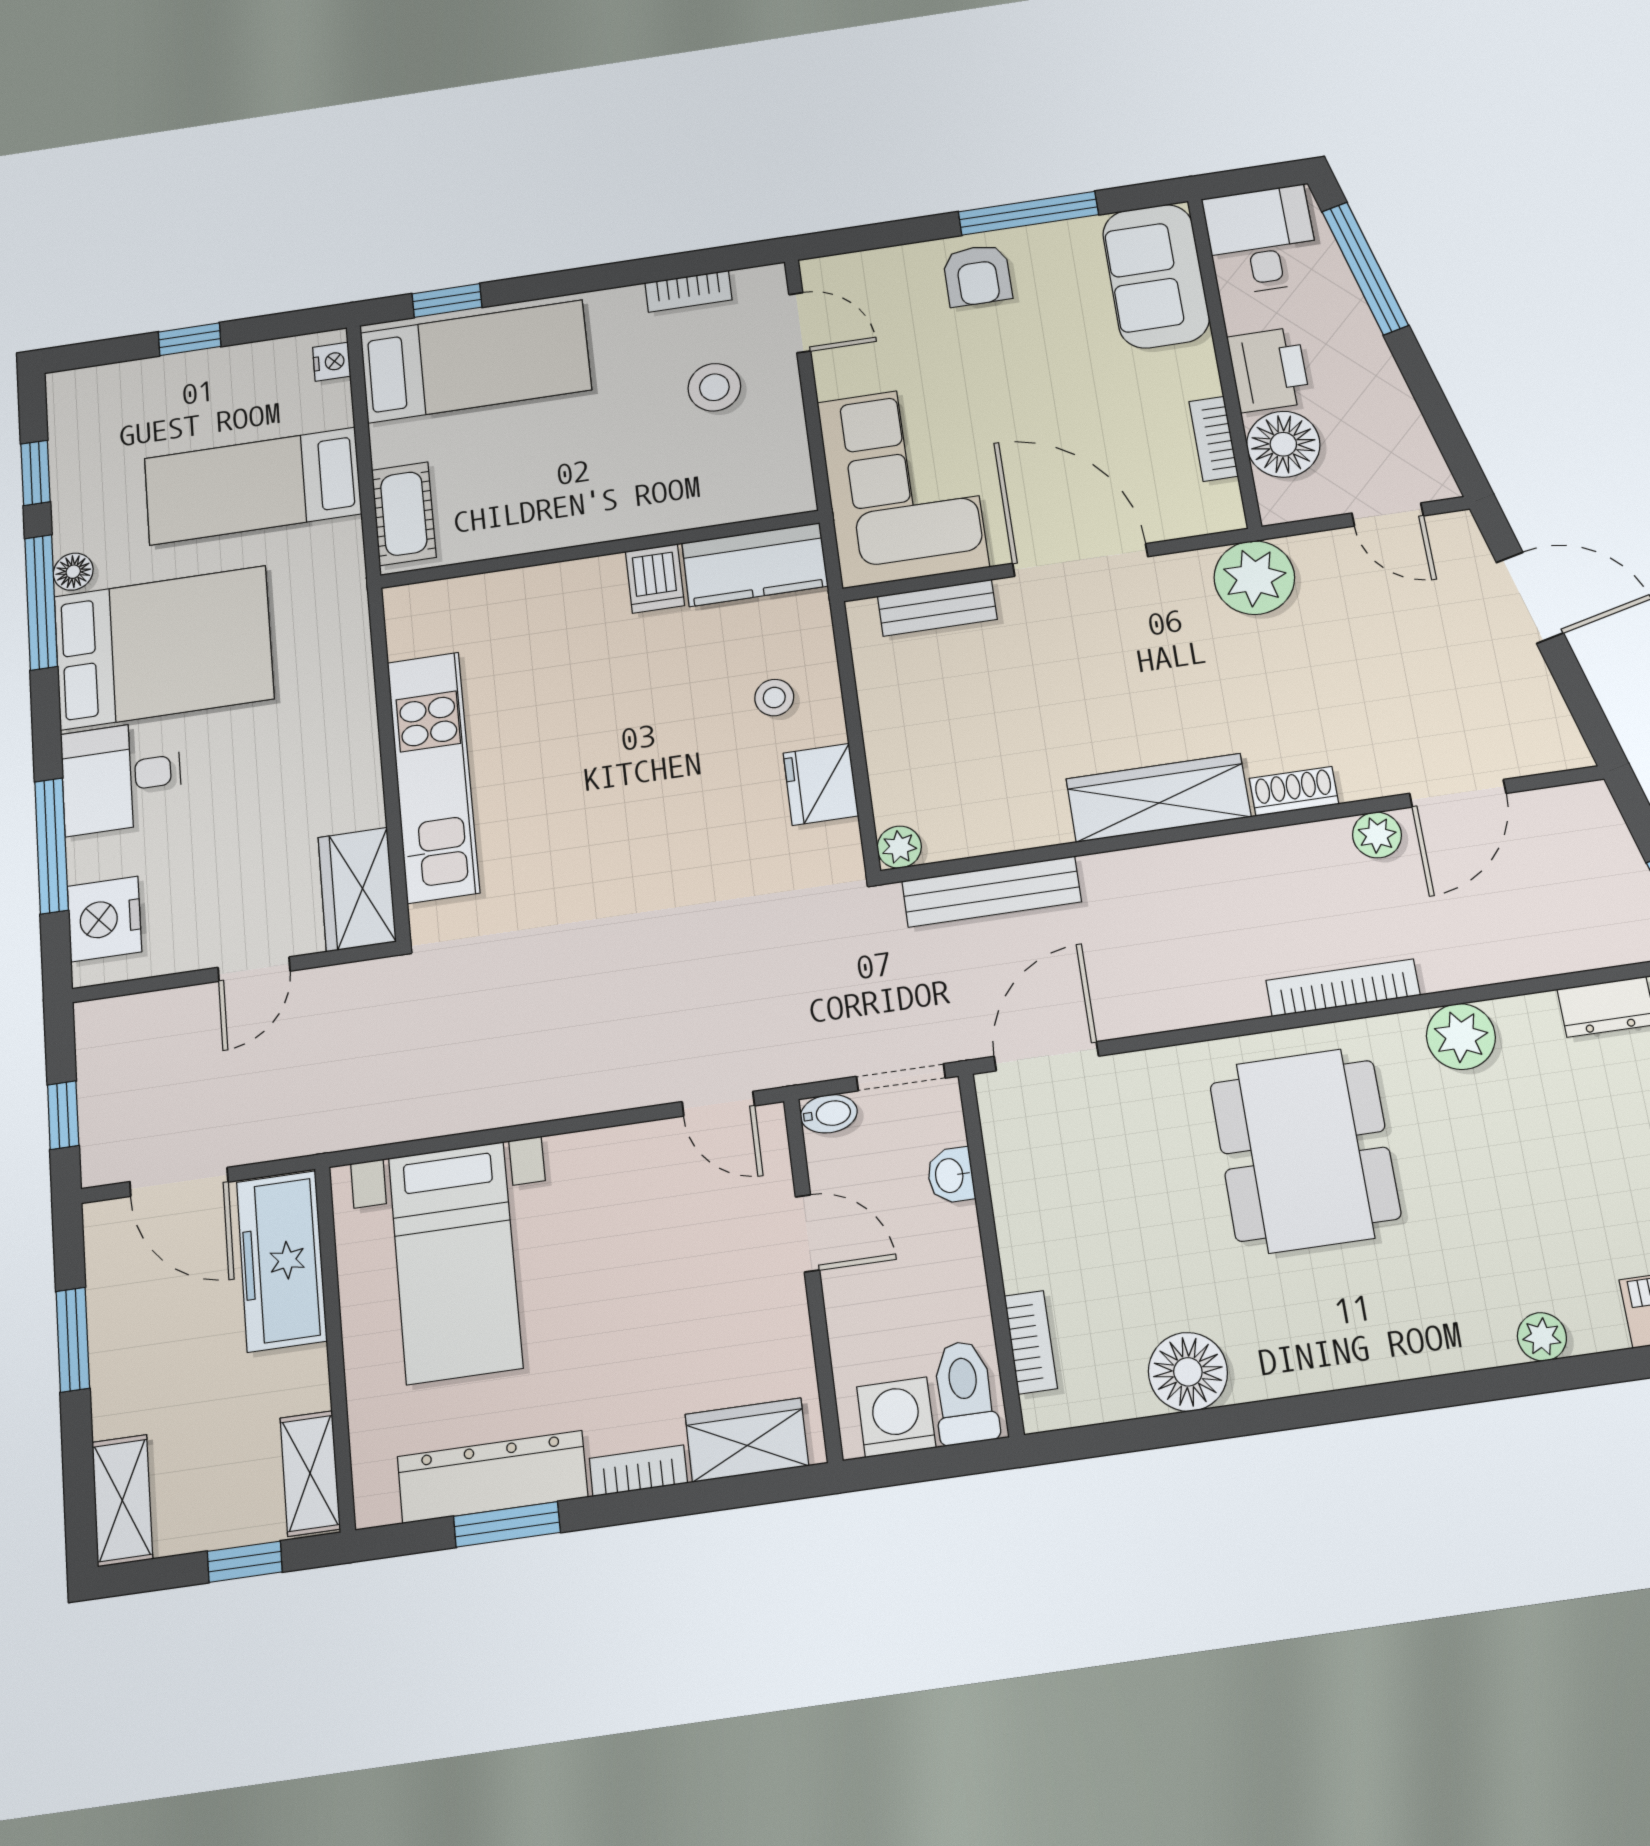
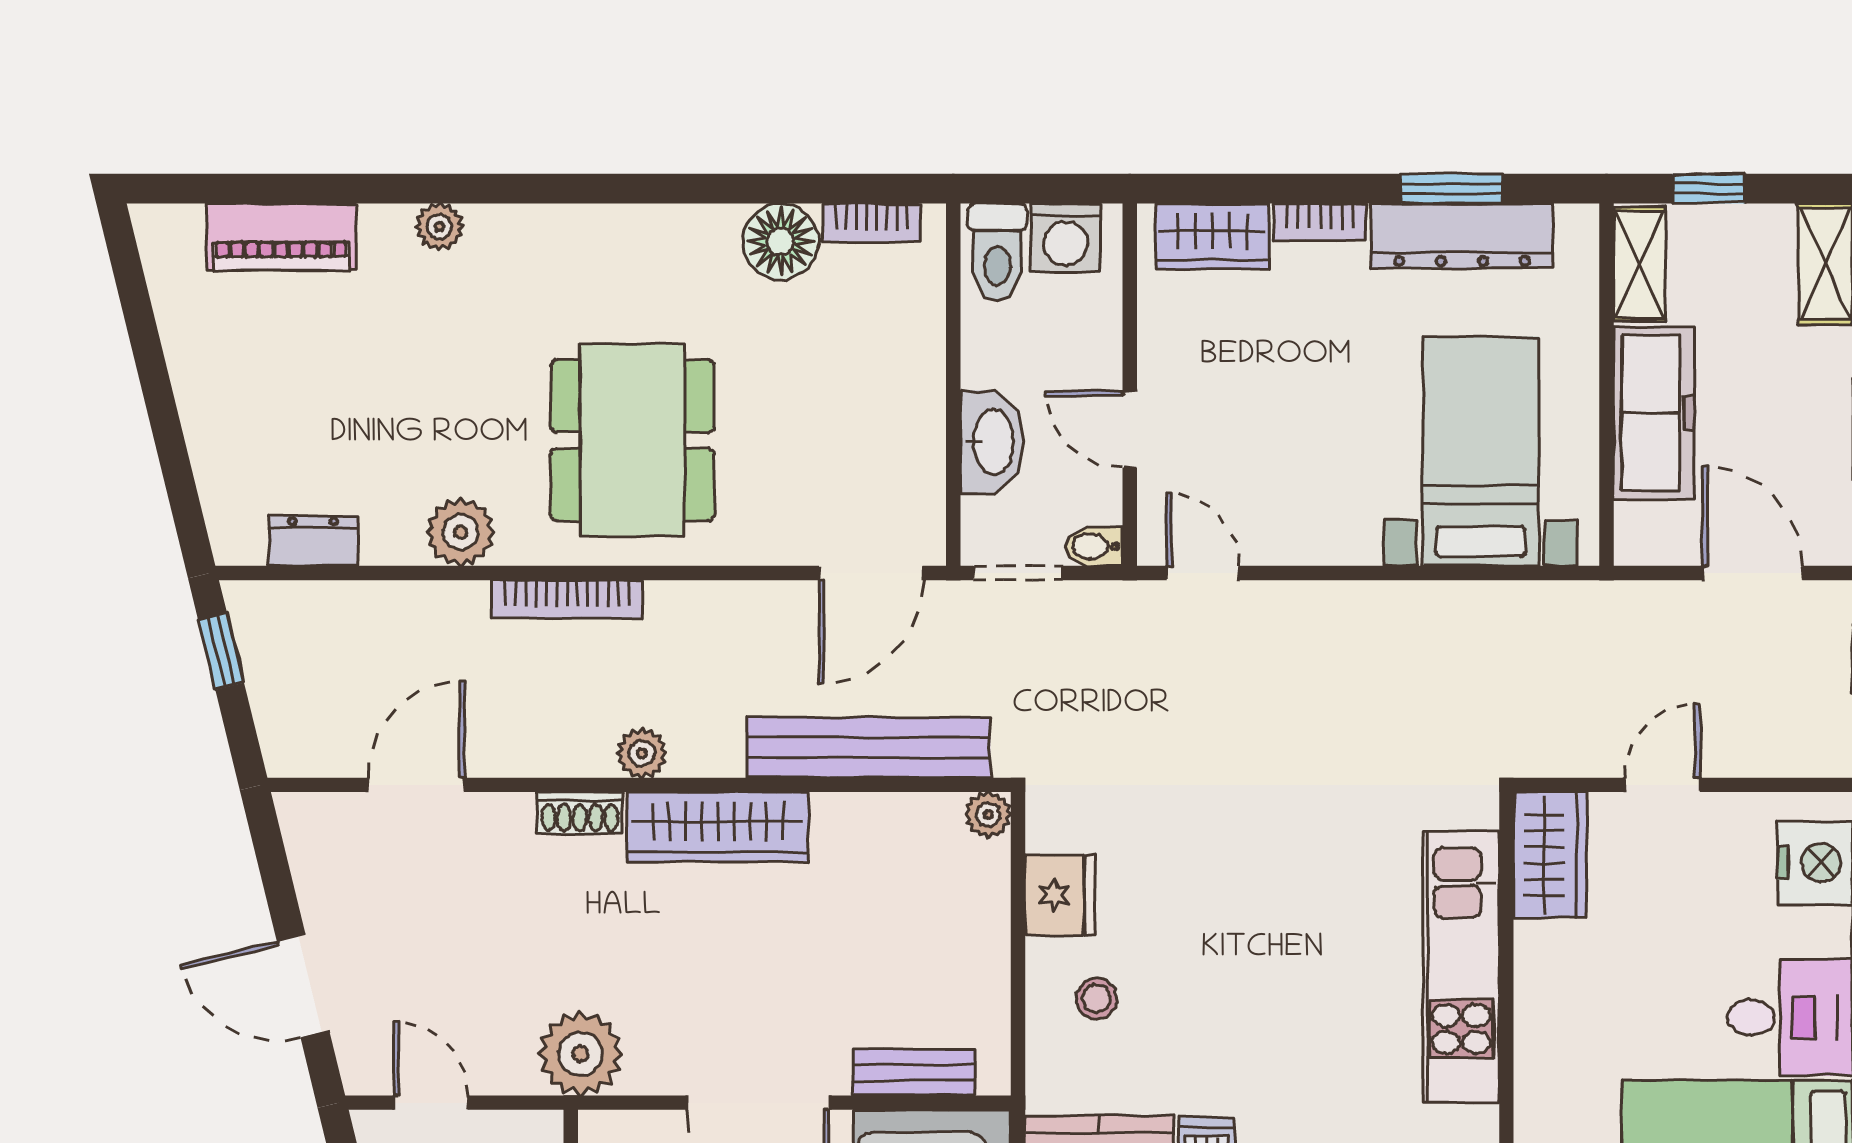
plant: (1377, 835) -> (642, 753), moved
bench: (992, 892) -> (868, 747), width x1.37, depth x1.21
washbasin: (951, 1175) -> (992, 442), width x1.91, depth x1.45
freezer: (282, 1261) -> (1654, 413), moved
bookcase: (1031, 1342) -> (872, 223), moved, turned -90

